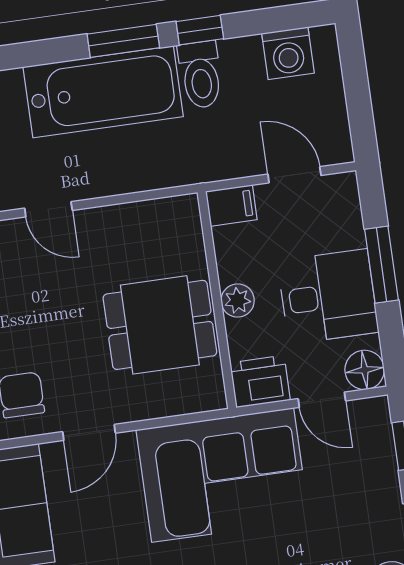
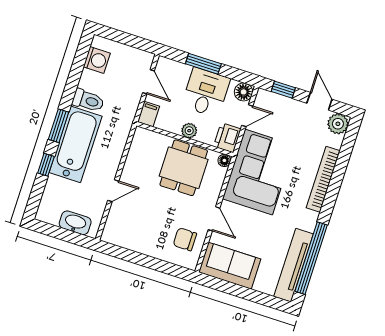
window: (200, 30) -> (46, 165), moved
door: (294, 175) -> (148, 82), swing flipped
floor lamp: (213, 397) -> (224, 160), added

